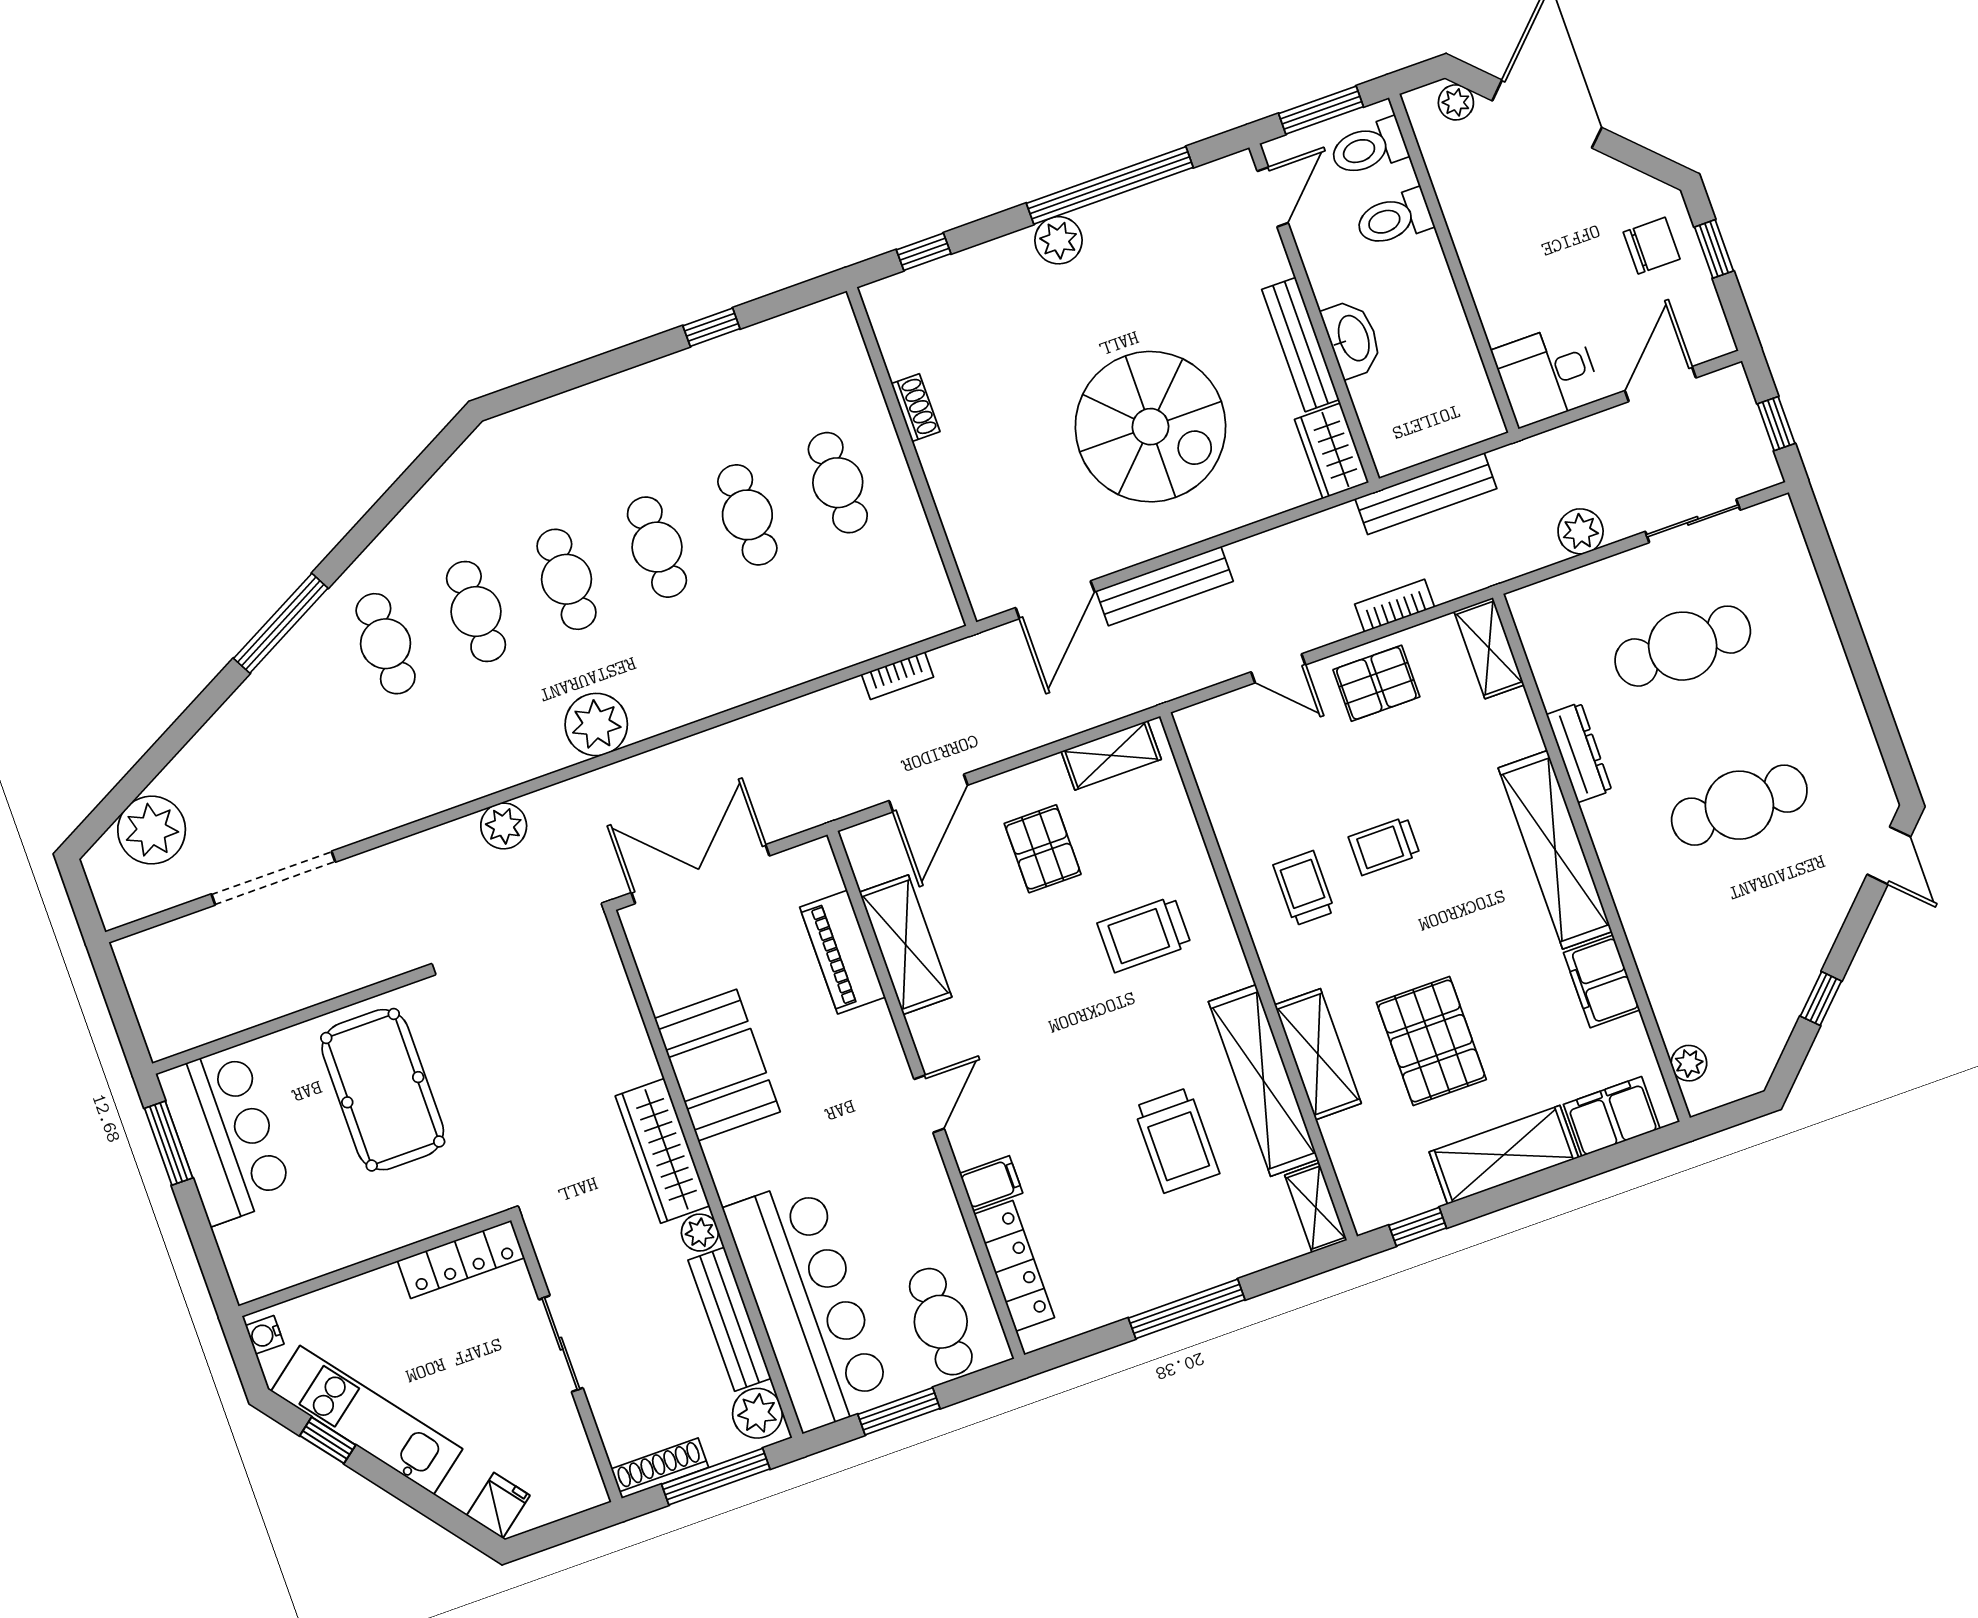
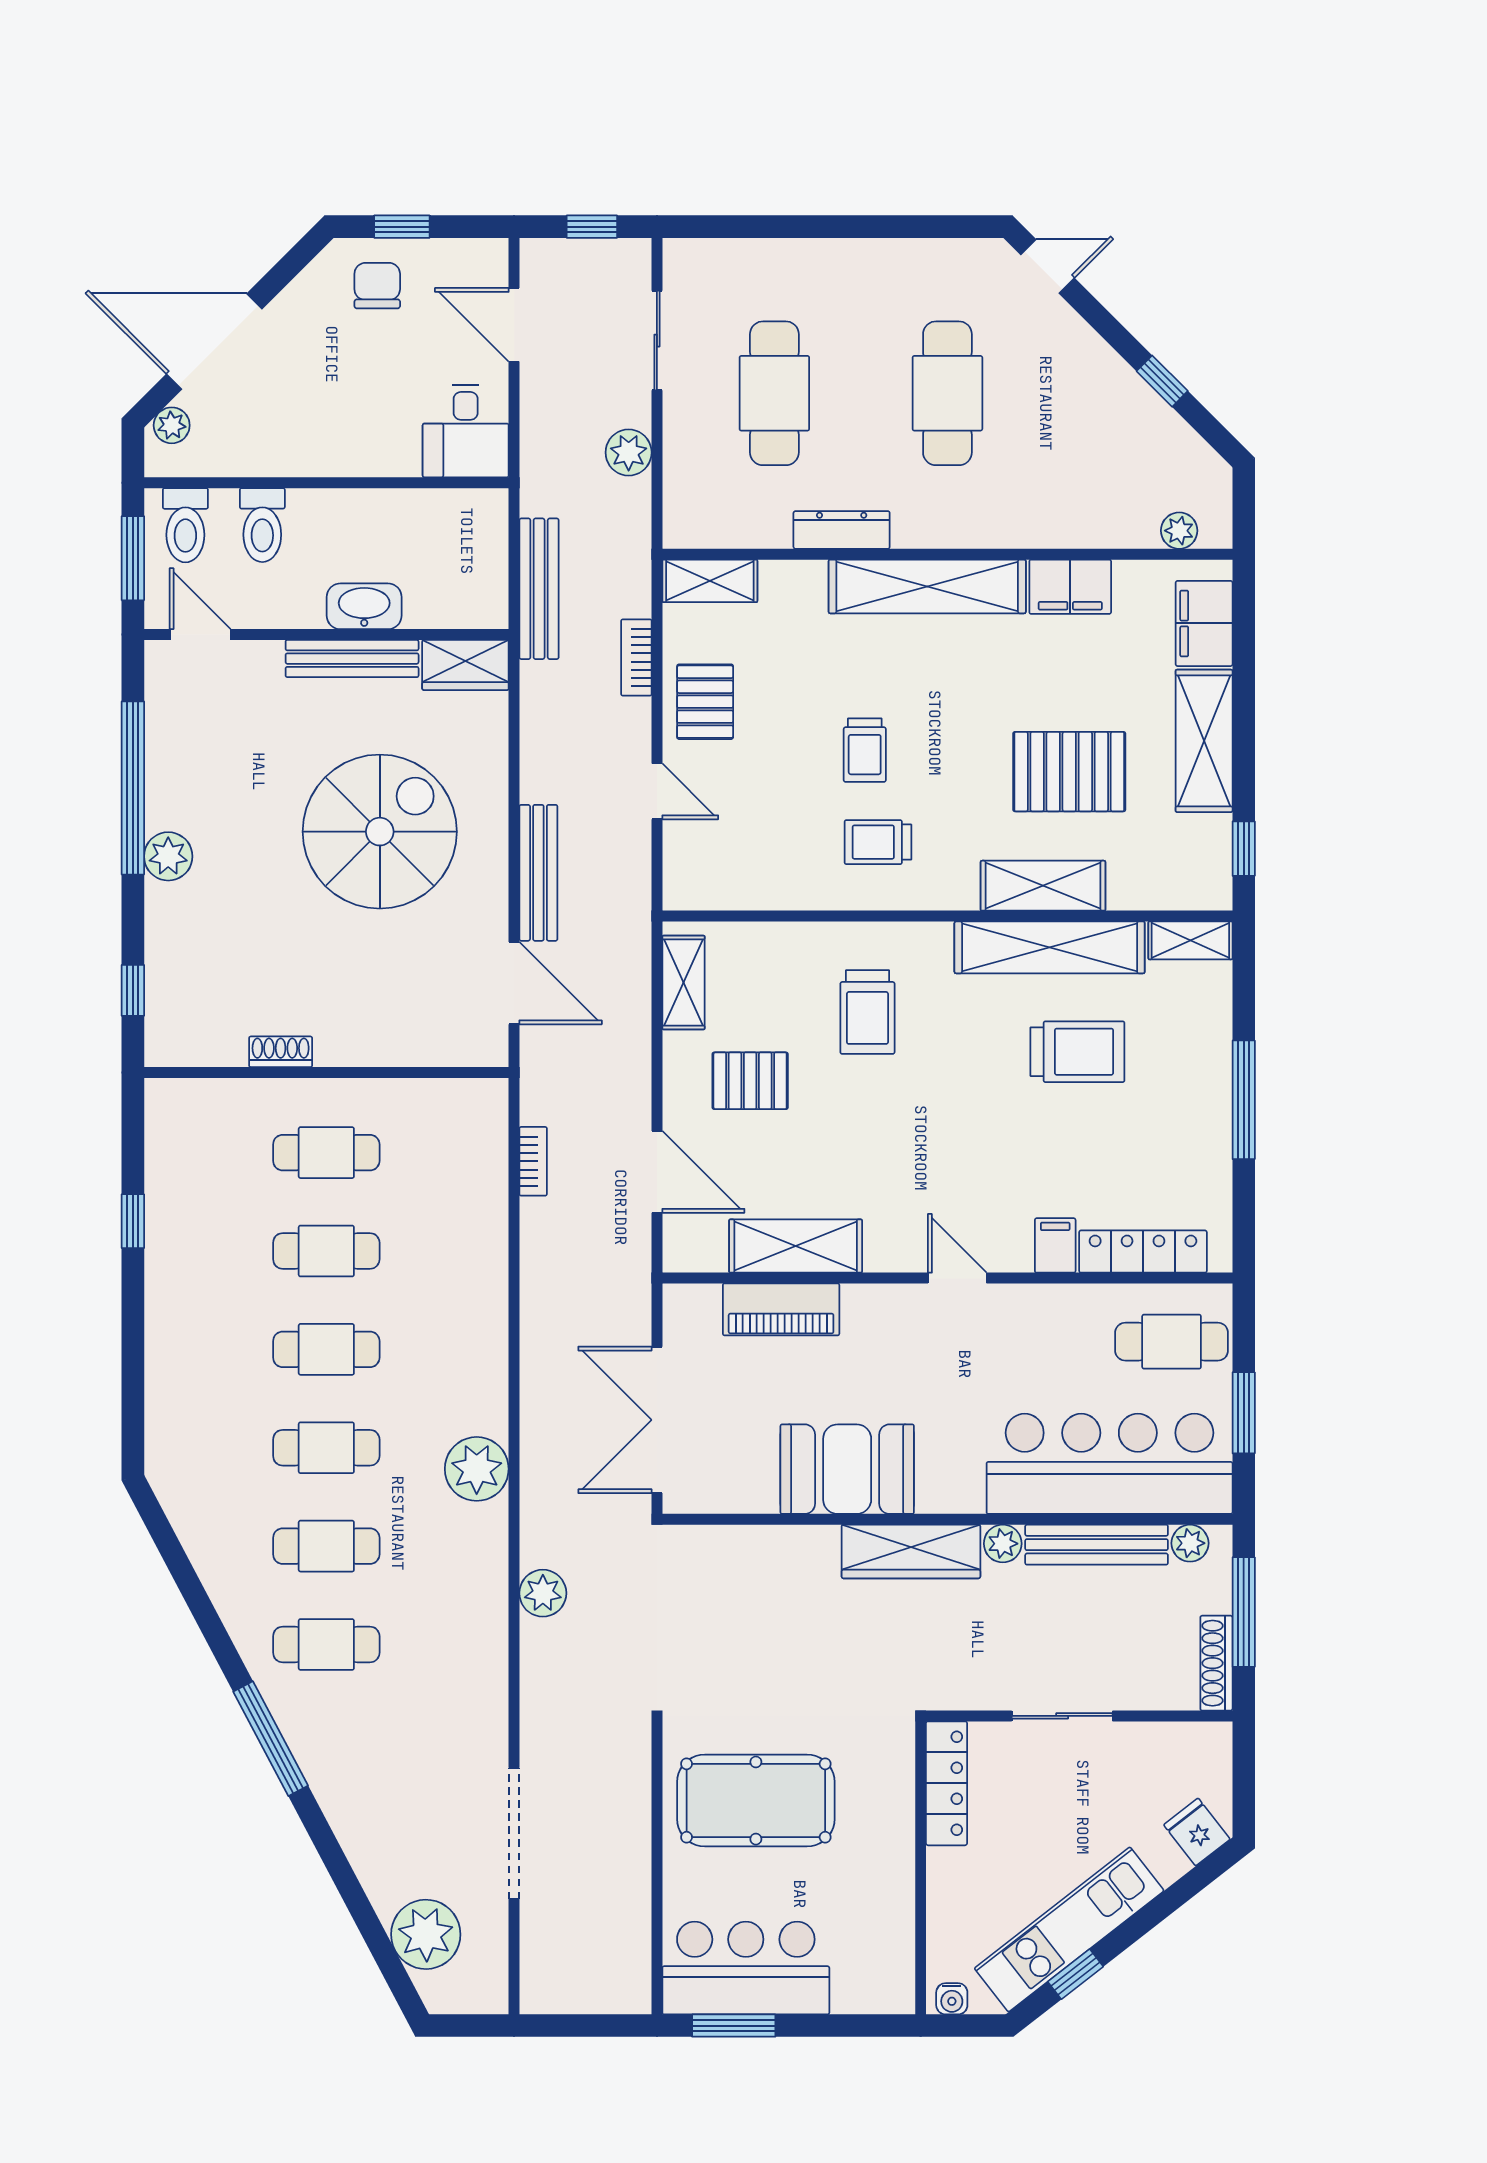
door: (1278, 668) -> (657, 791), hinge flipped
plant: (757, 1413) -> (1190, 1543), width x0.73, depth x0.73

